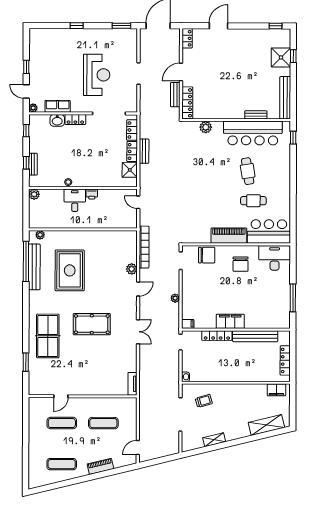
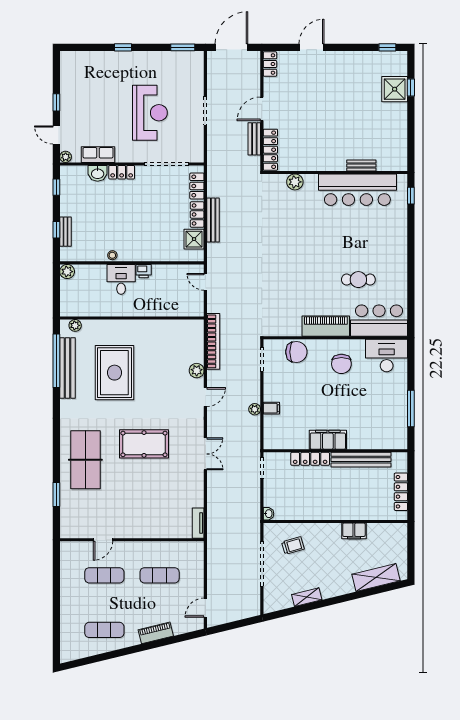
bench: (285, 98) -> (400, 143), removed
bench: (144, 151) -> (213, 220), width x1.36
cafe table: (248, 171) -> (351, 240), removed
filing cabinet: (188, 324) -> (271, 408), moved
filing cabinet: (276, 390) -> (354, 531), moved

